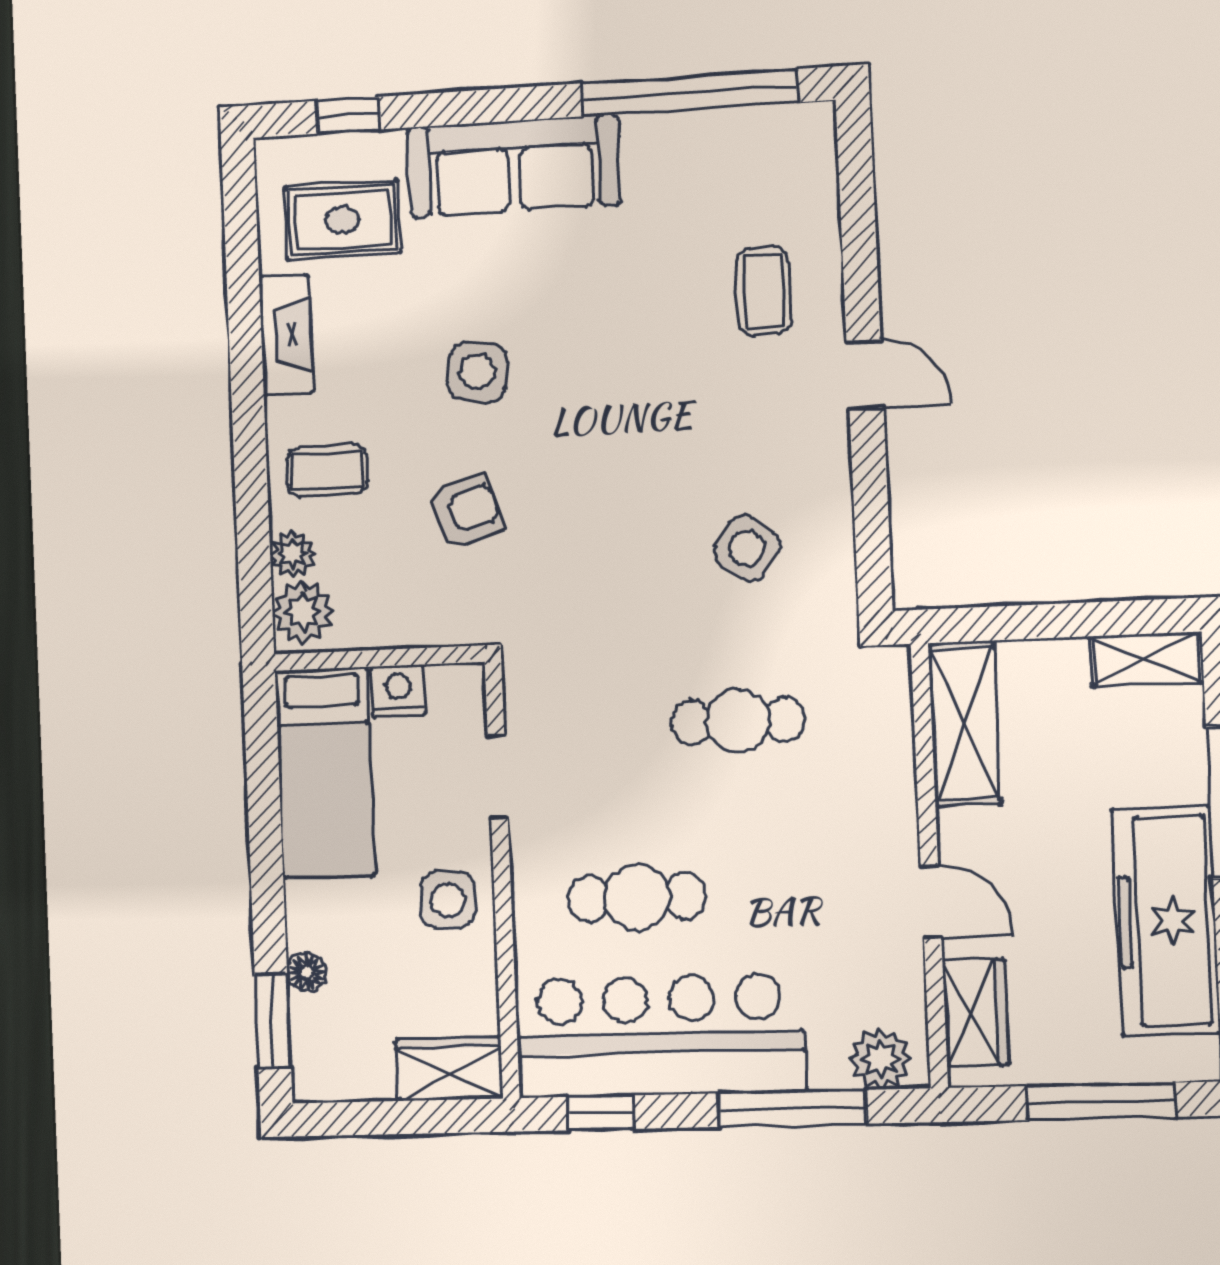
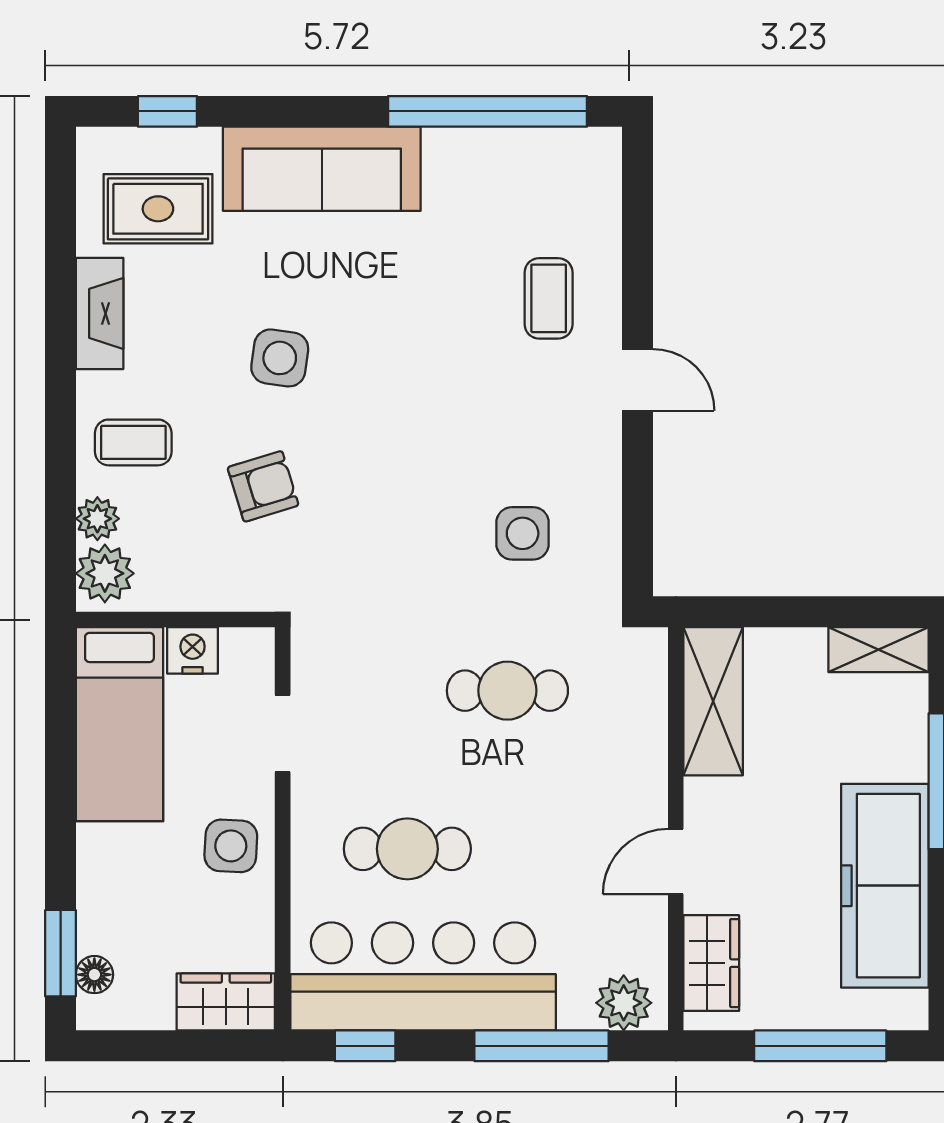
side table: (747, 548) -> (523, 533), turned -36
door: (931, 902) -> (676, 862), swing flipped
floor lamp: (306, 972) -> (94, 975), moved

